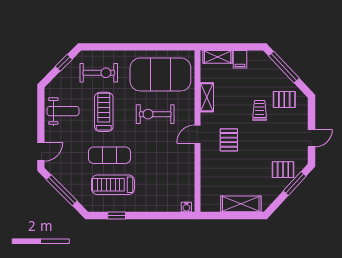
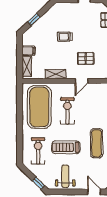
window: (64, 63) -> (38, 183), moved
window: (284, 67) -> (34, 19), width x0.46
pallet: (284, 99) -> (57, 19), removed
exercise bike: (155, 114) -> (67, 111), turned 180
door: (197, 134) -> (82, 81), hinge flipped

